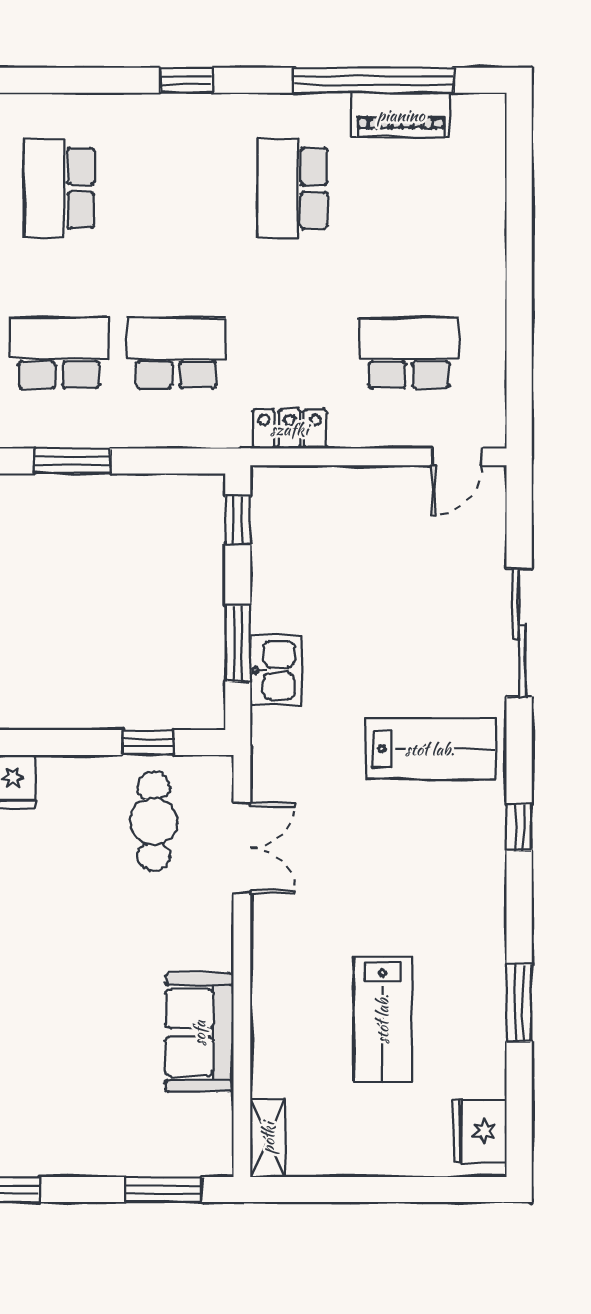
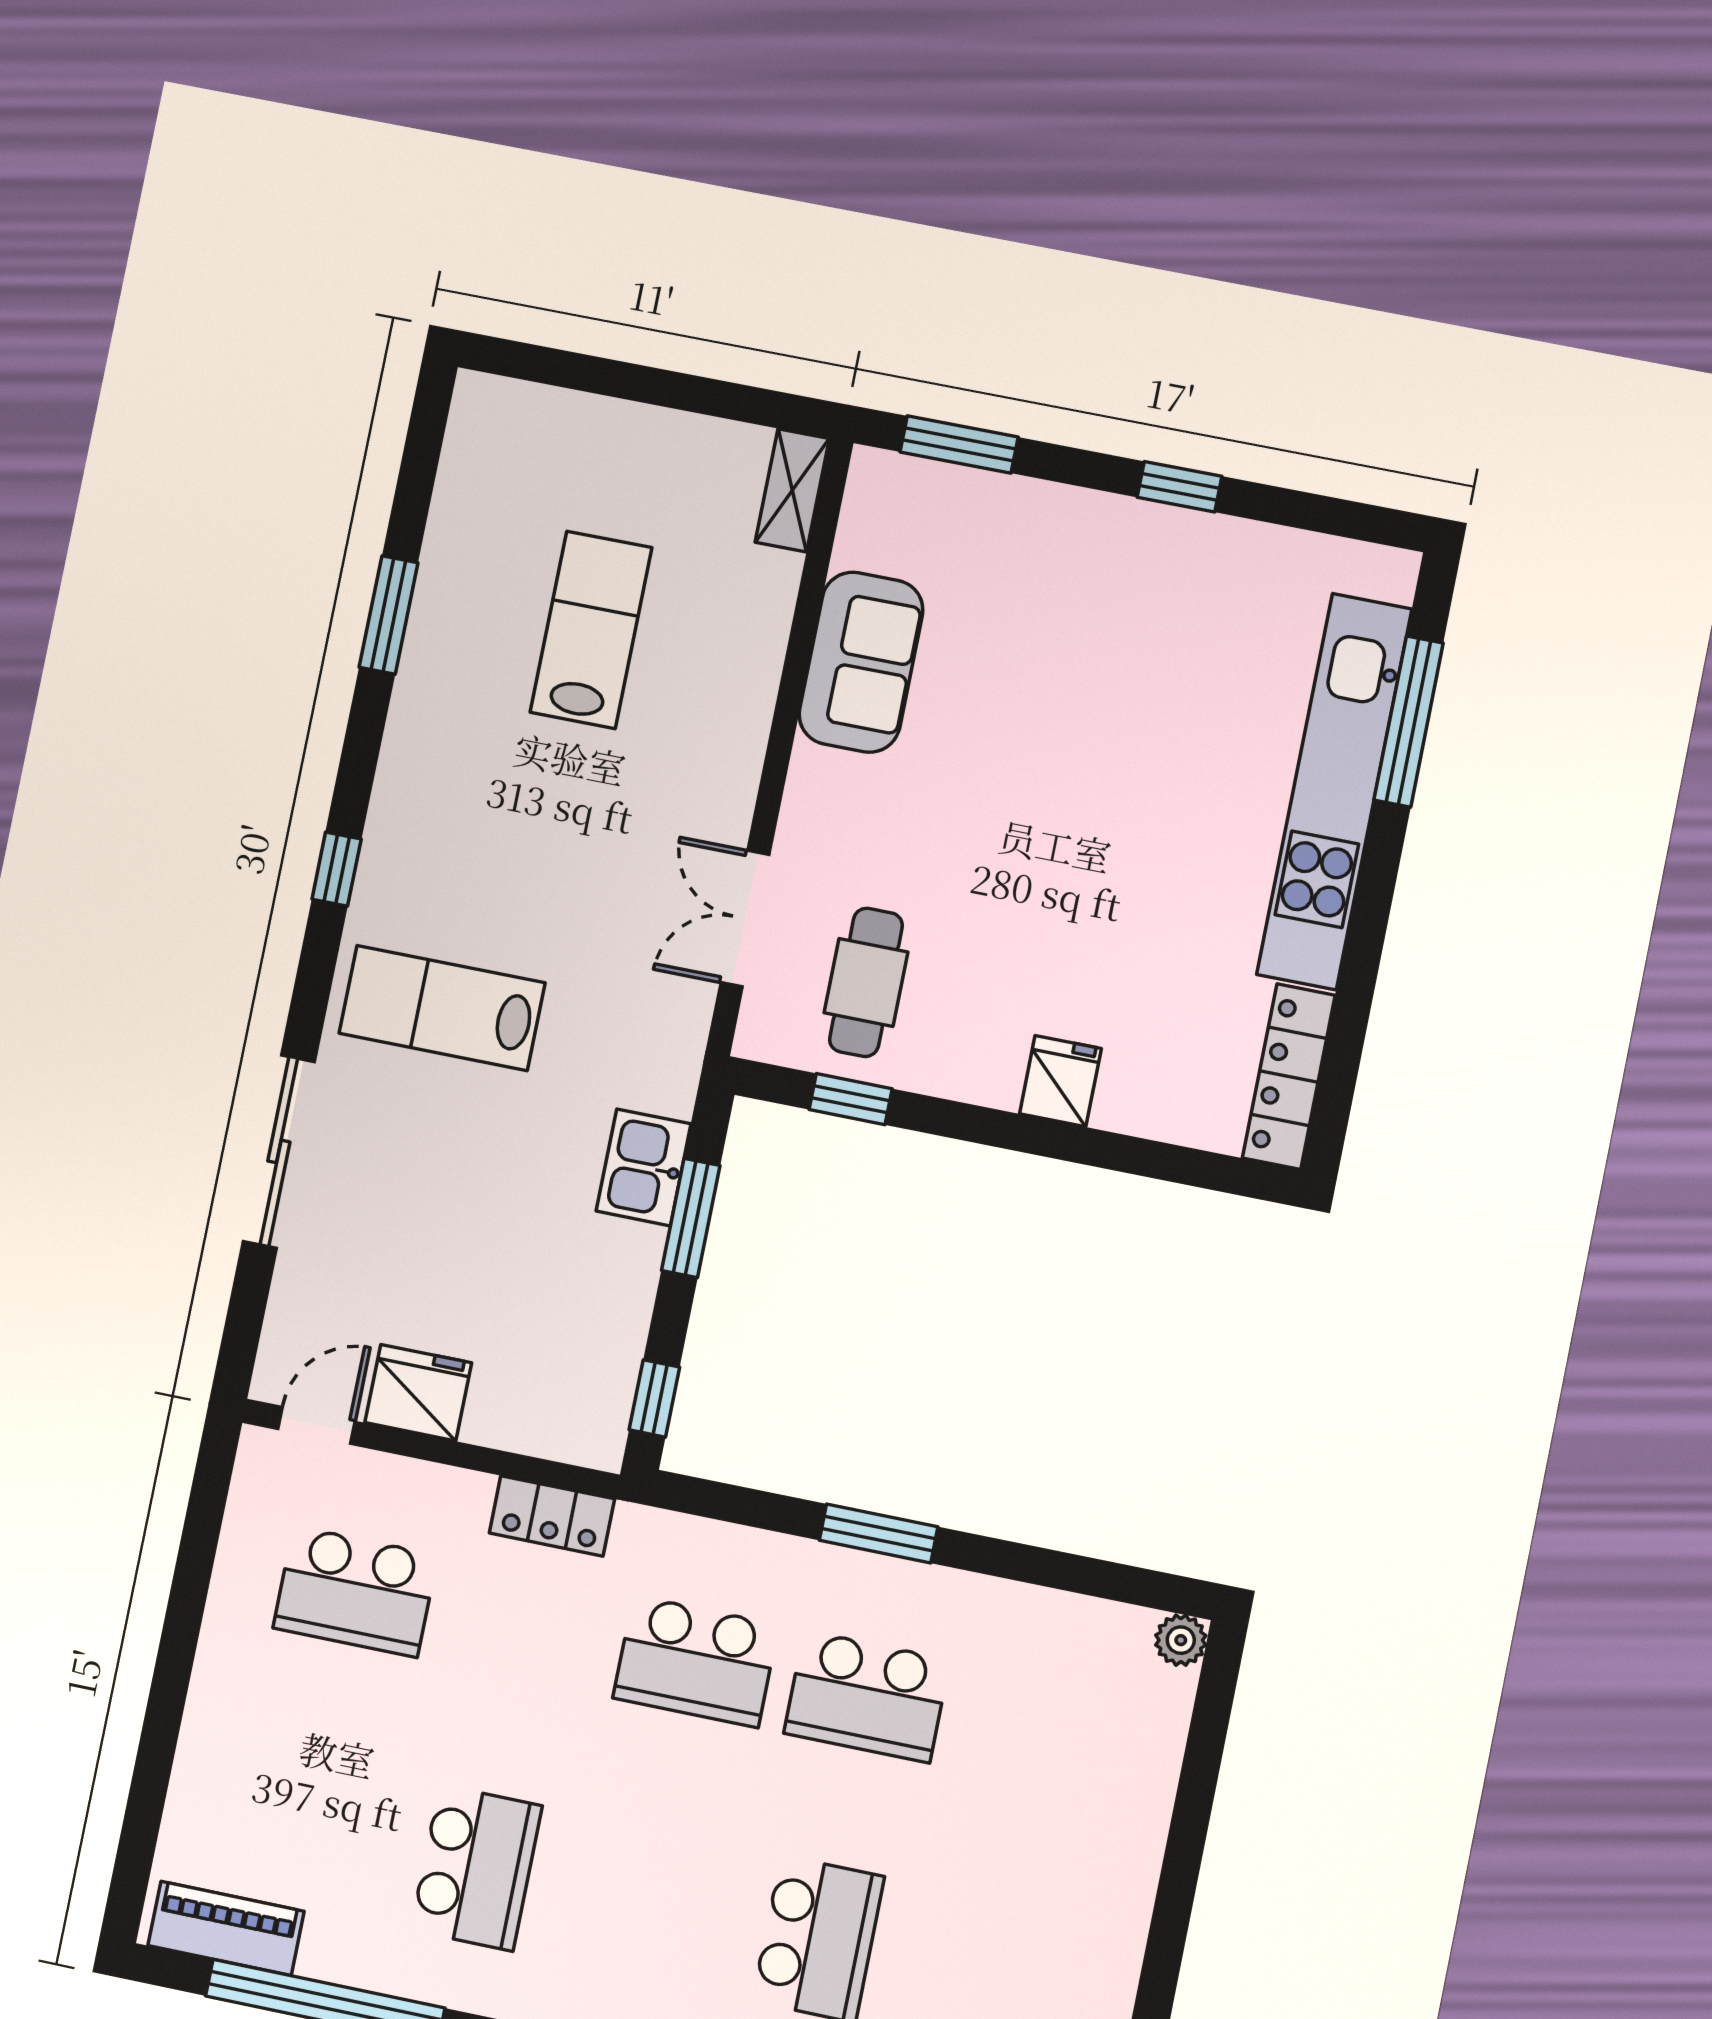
piano: (401, 115) -> (226, 1928), moved
fridge: (480, 1131) -> (418, 1393), moved, turned -90

